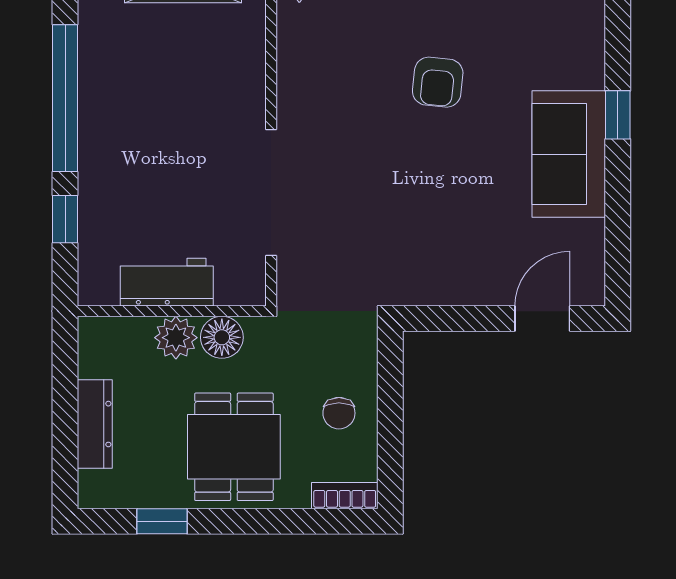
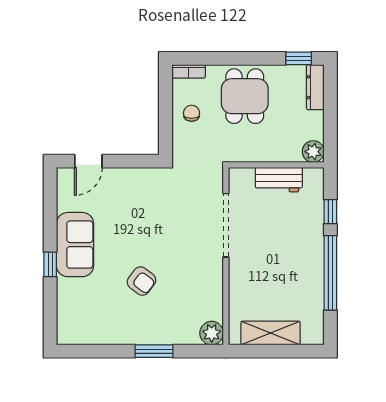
armchair: (438, 82) -> (141, 281), turned 121
floor lamp: (222, 337) -> (251, 152), removed
plant: (176, 338) -> (313, 152), moved
dresser: (95, 424) -> (315, 87), moved
window: (162, 521) -> (299, 58), moved

